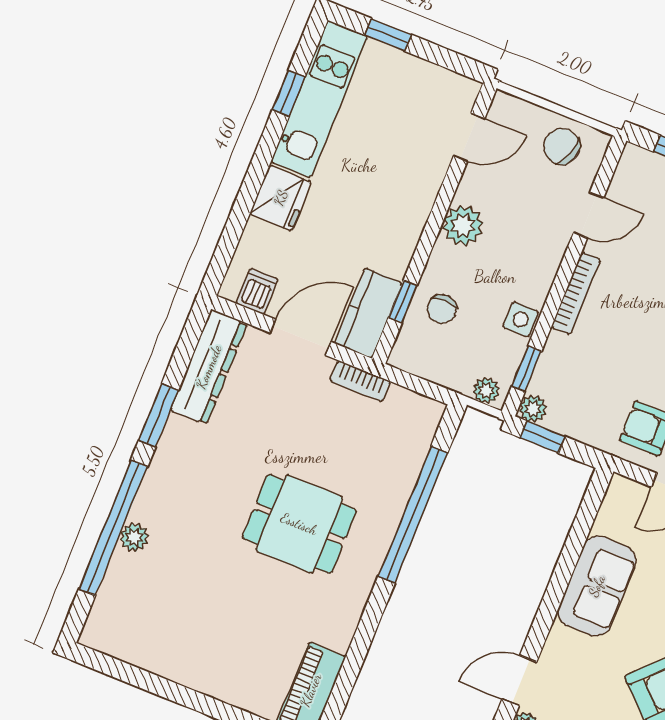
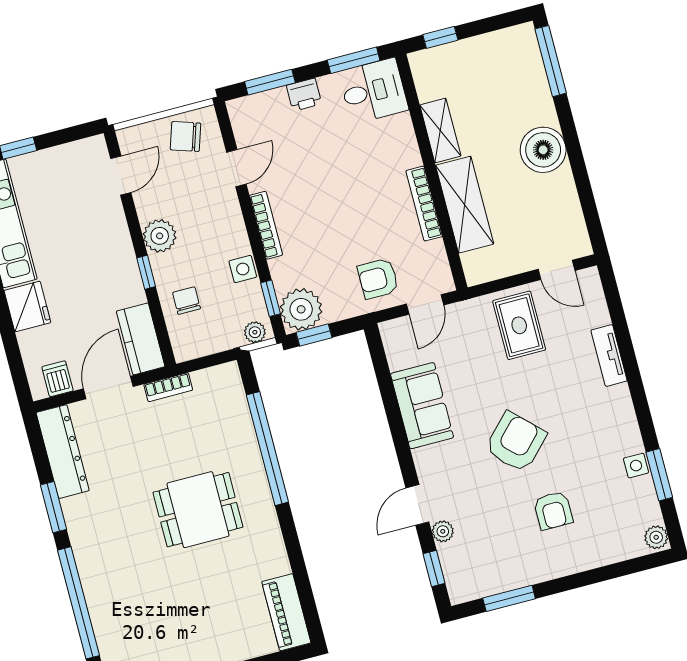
window: (403, 302) -> (146, 272), moved
chair: (442, 309) -> (186, 301), turned 180
plant: (533, 409) -> (301, 309), width x1.88, depth x1.88
plant: (134, 537) -> (97, 599), removed

